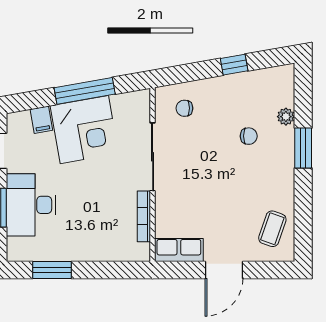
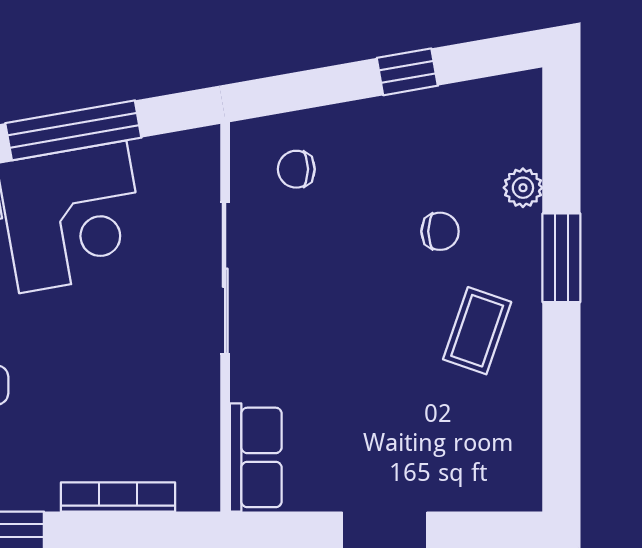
bookcase: (144, 216) -> (118, 497), moved, turned 90
coffee table: (272, 229) -> (477, 331), moved
row of seats: (179, 250) -> (256, 457), moved, turned 90

